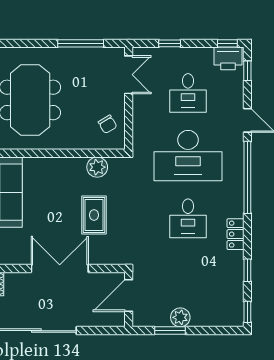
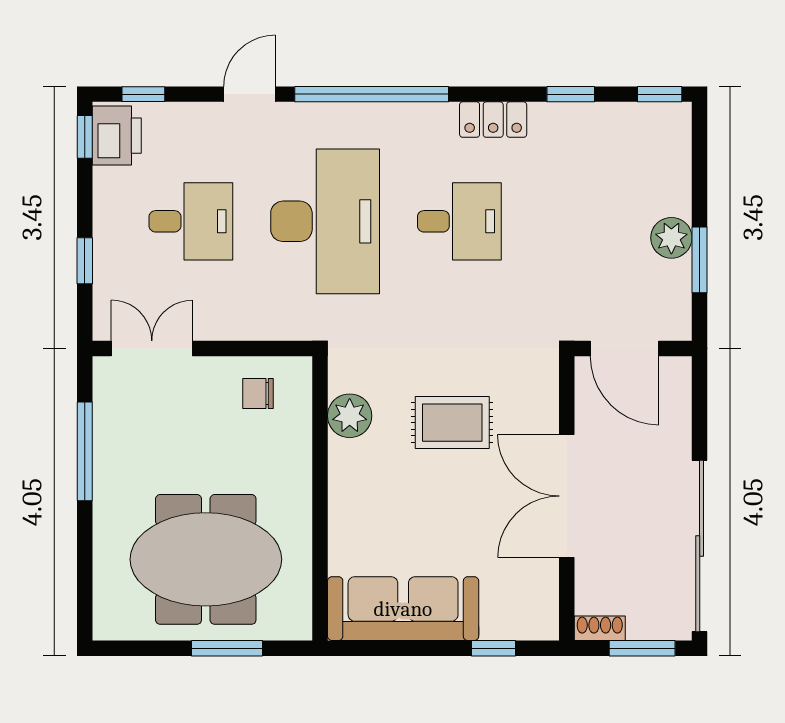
chair: (108, 124) -> (258, 394), turned -149

